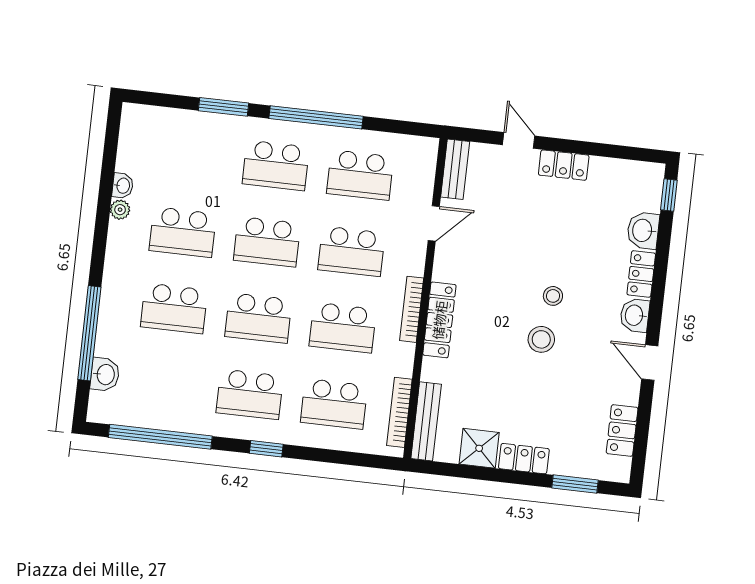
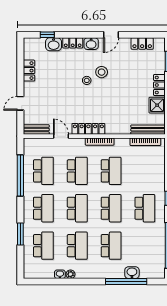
window: (316, 117) -> (20, 176), moved
locker: (564, 165) -> (29, 71), moved
window: (669, 195) -> (47, 35), moved
locker: (439, 320) -> (88, 129), moved
stool: (541, 339) -> (102, 72), moved
washbasin: (105, 374) -> (132, 273), moved
school desk: (334, 404) -> (43, 246), moved

